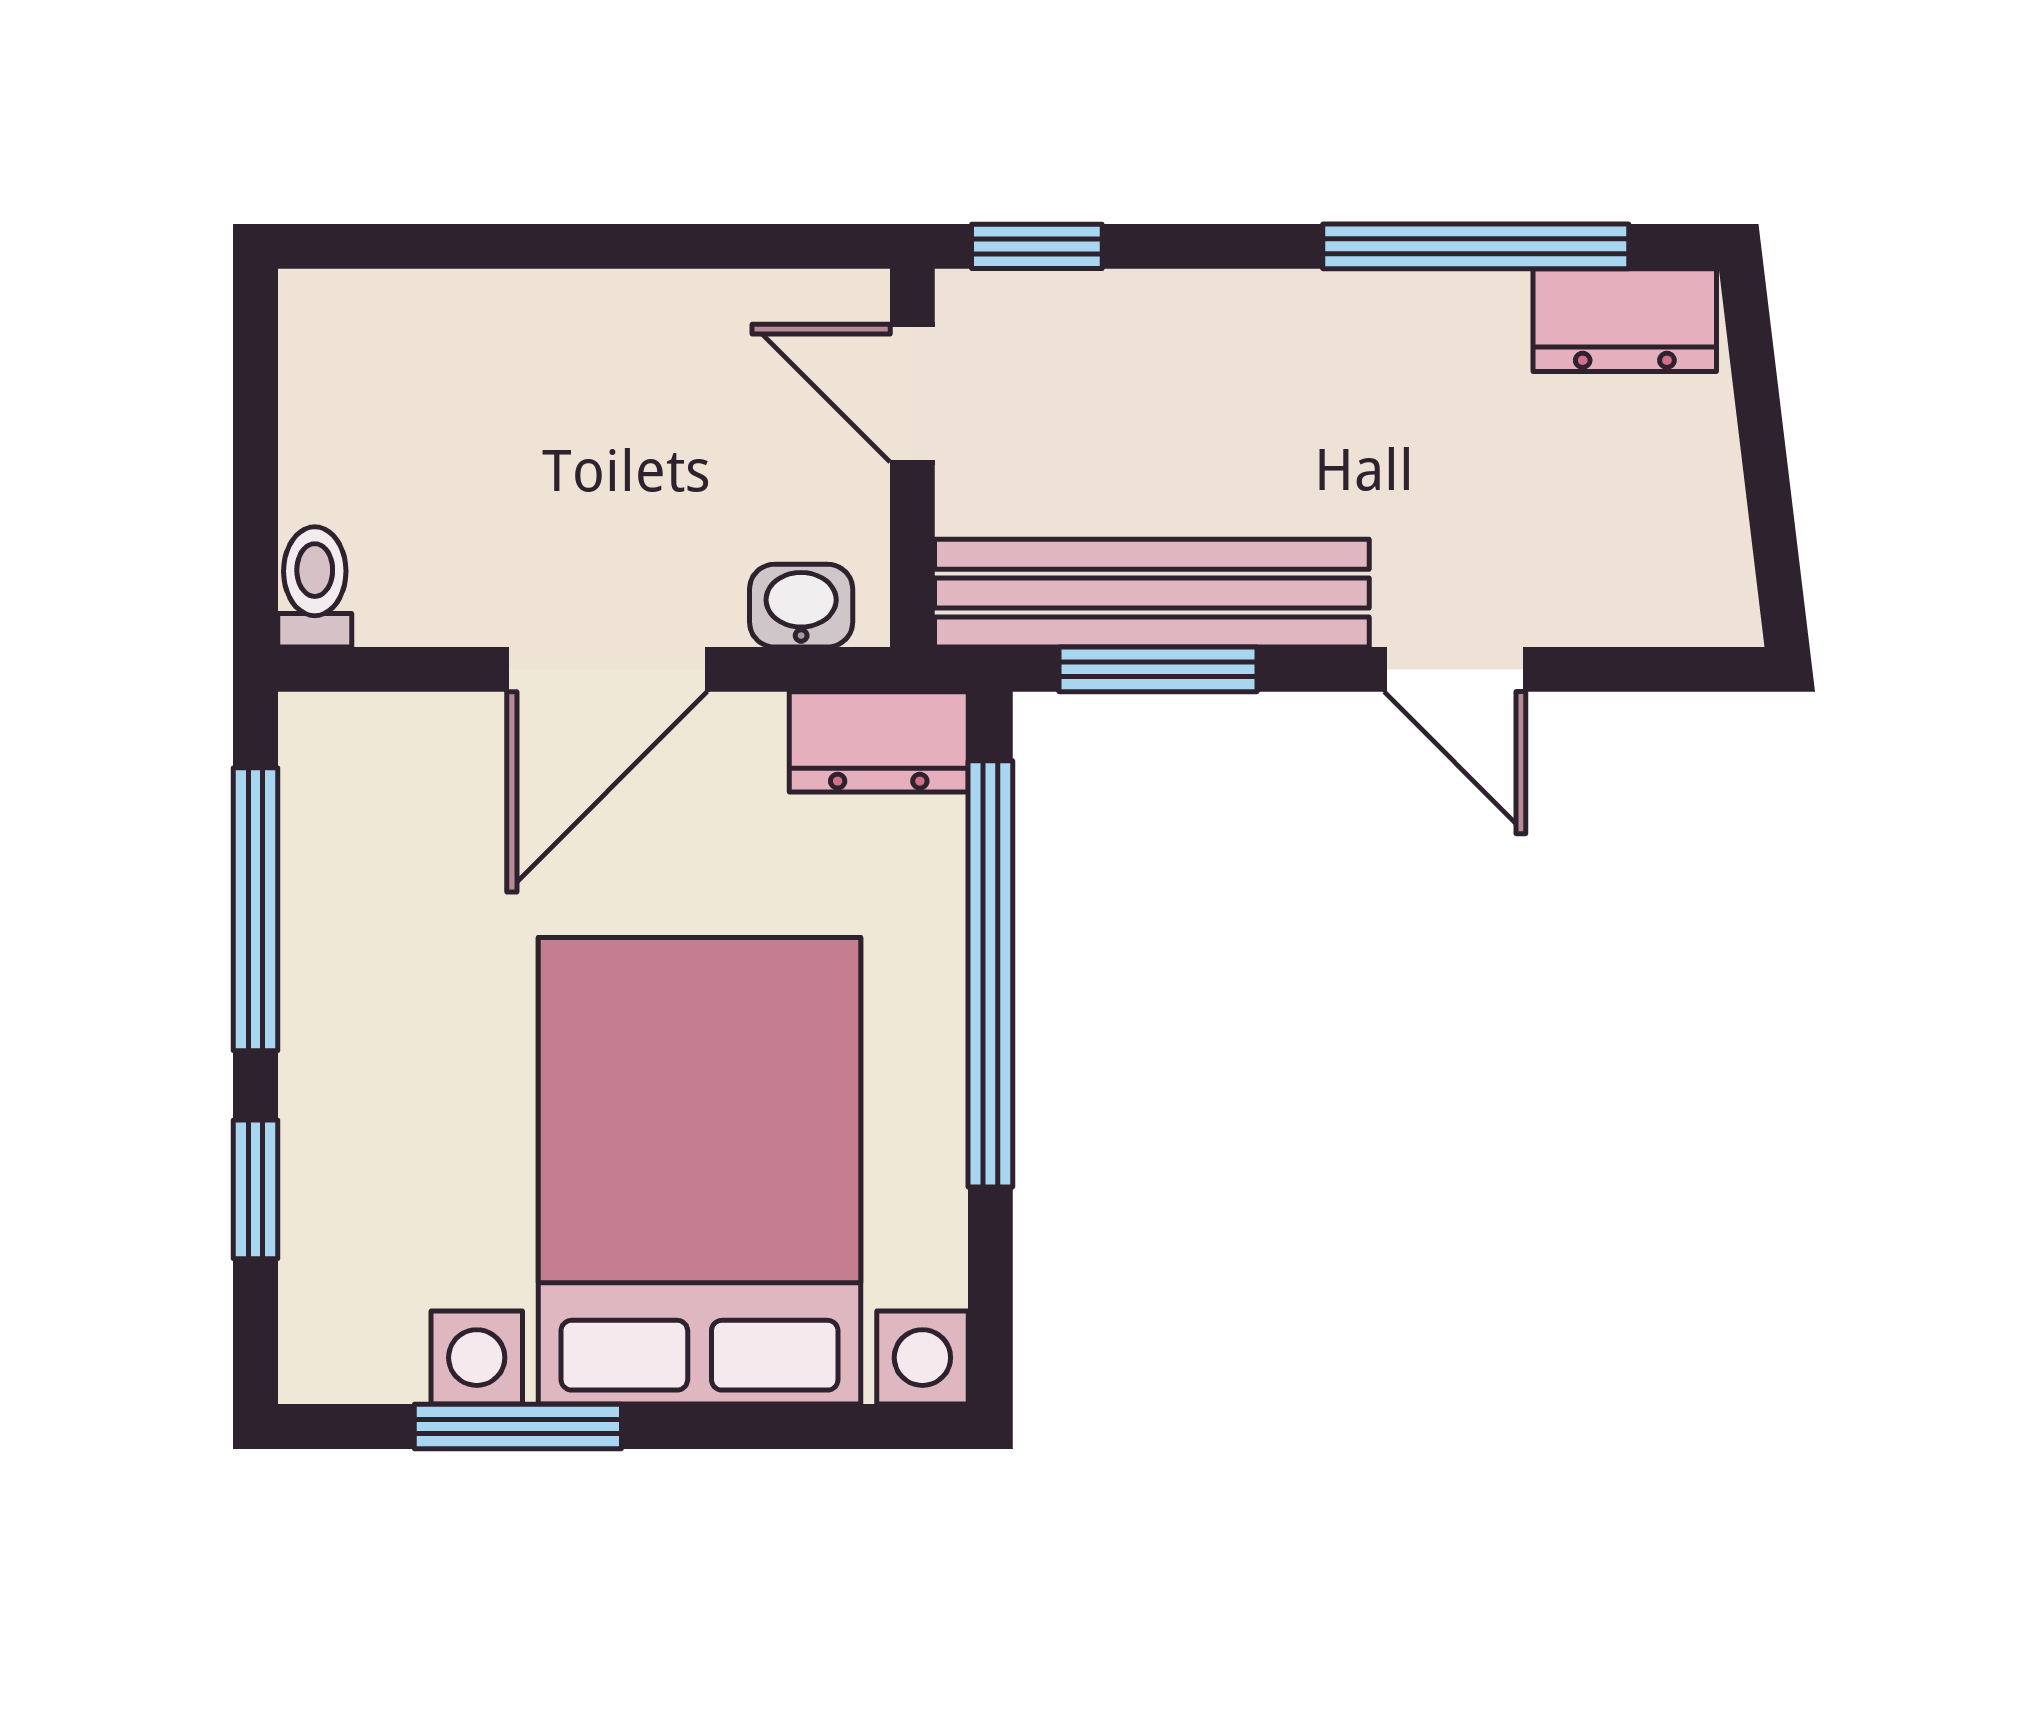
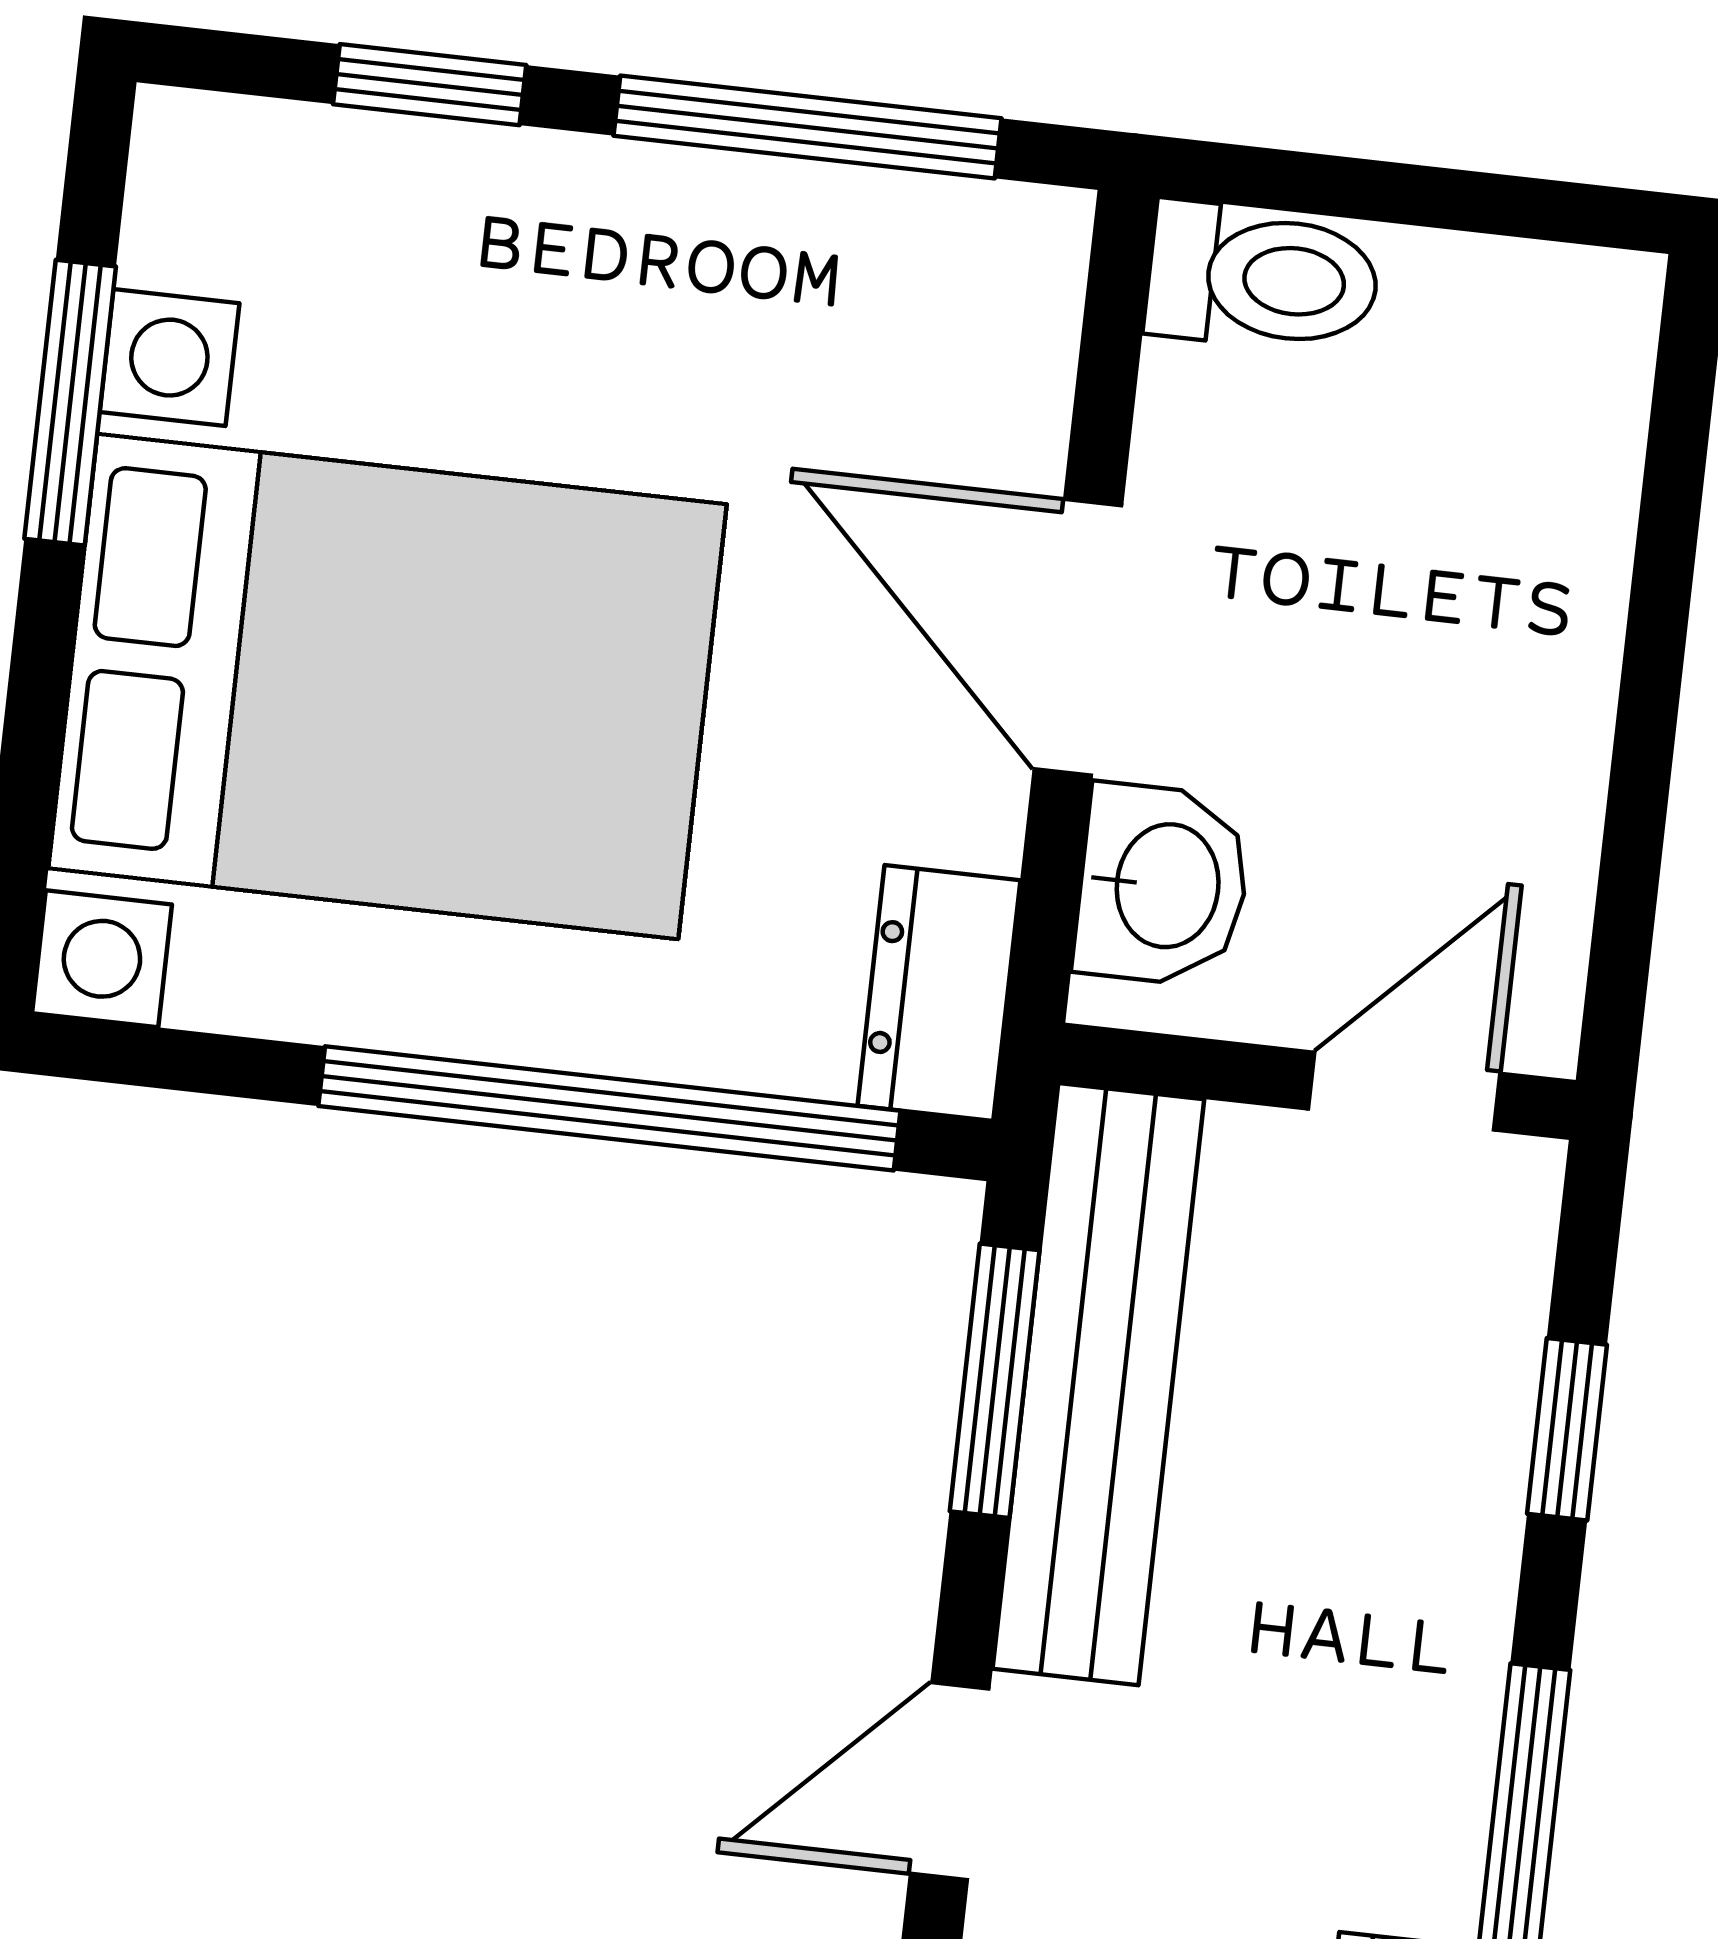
window: (1037, 246) -> (1567, 1429), moved
toilet: (315, 587) -> (1263, 278), width x1.37, depth x1.39
washbasin: (801, 606) -> (1163, 885), width x1.38, depth x1.45

